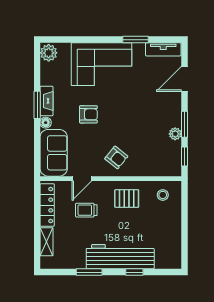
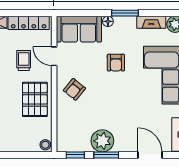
fireplace: (46, 101) -> (151, 22), moved
plant: (175, 134) -> (102, 141), width x1.88, depth x1.88
stool: (163, 195) -> (45, 145), moved
pallet: (127, 199) -> (35, 99), width x1.50, depth x1.42

